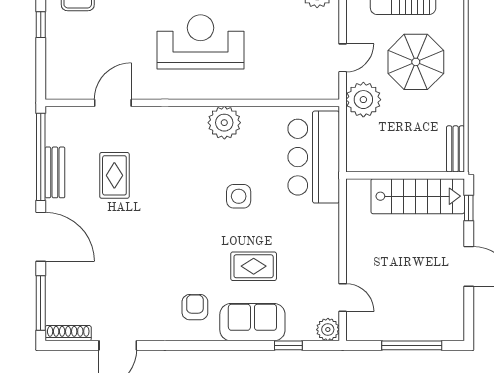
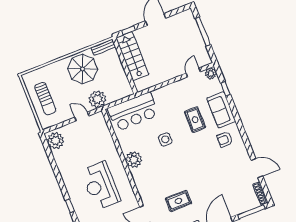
parasol: (416, 62) -> (82, 69), moved

